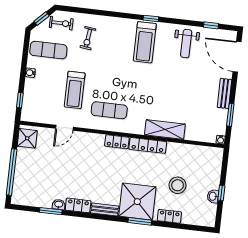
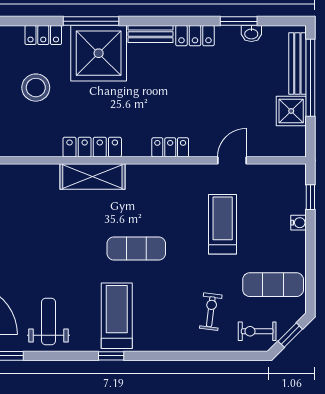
water cooler: (30, 73) -> (298, 223), moved
exercise mat: (109, 110) -> (136, 248), moved
shelving: (165, 129) -> (92, 177), moved
shower: (27, 138) -> (291, 111), moved
locker: (117, 142) -> (170, 147), moved
bench: (18, 181) -> (297, 64), added
washbasin: (59, 204) -> (251, 34), moved
window: (140, 221) -> (91, 21), width x1.44

